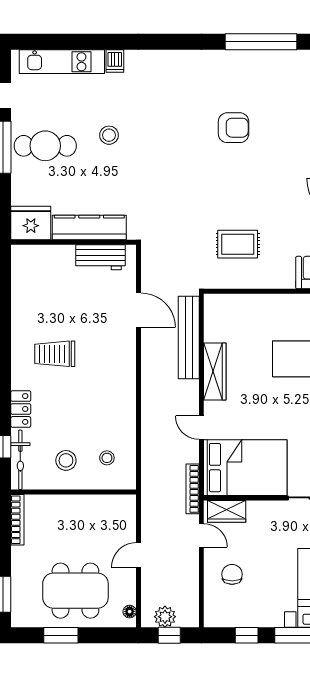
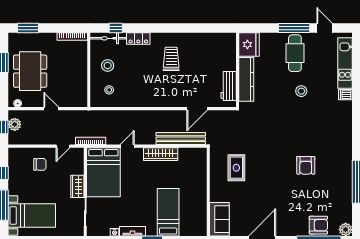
wardrobe: (227, 511) -> (77, 186), moved

